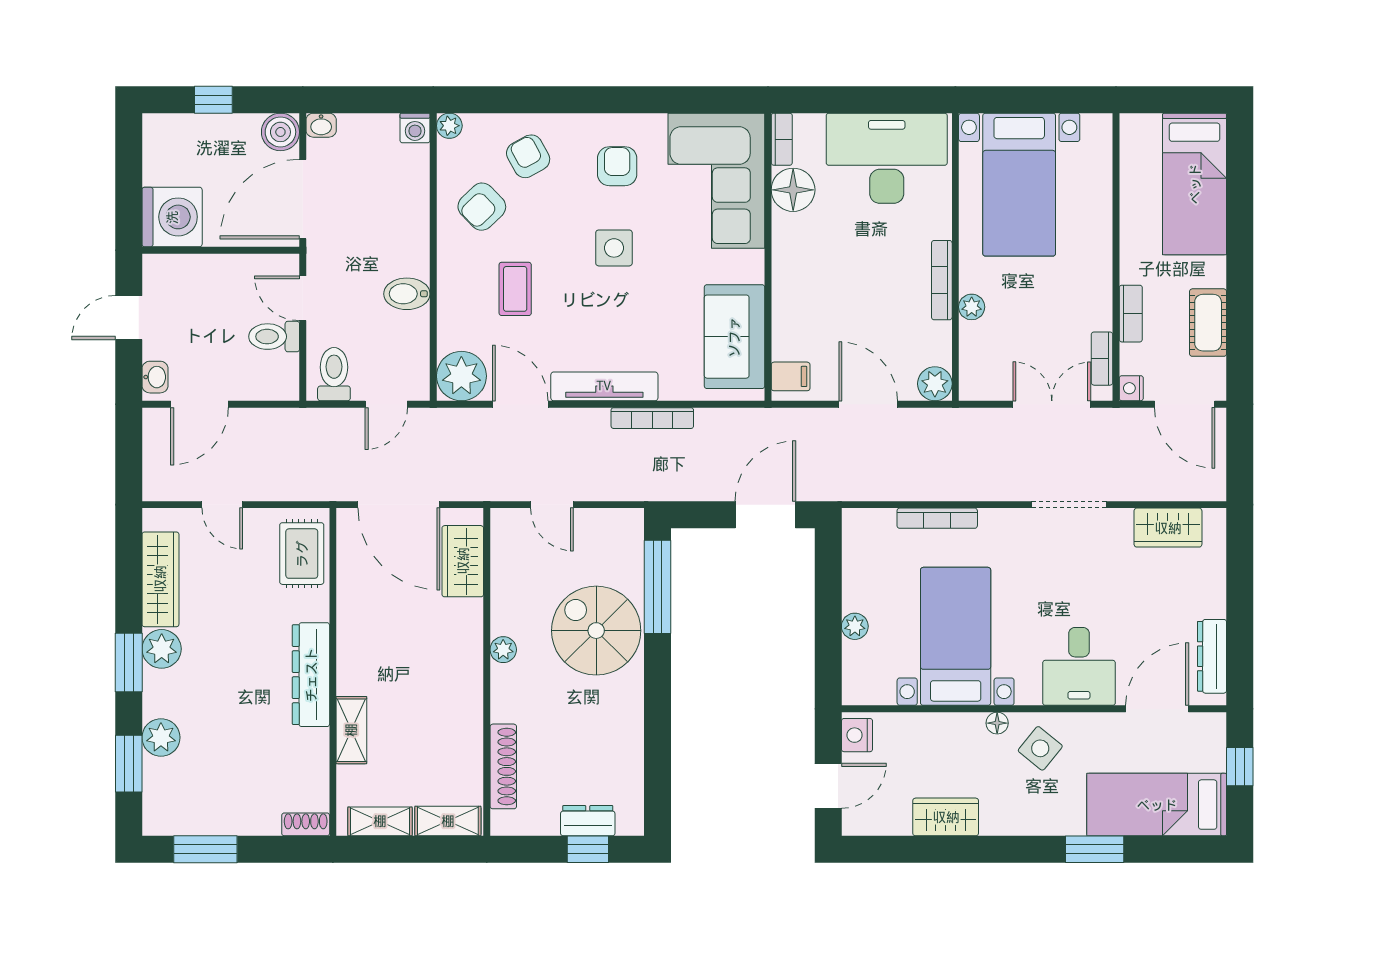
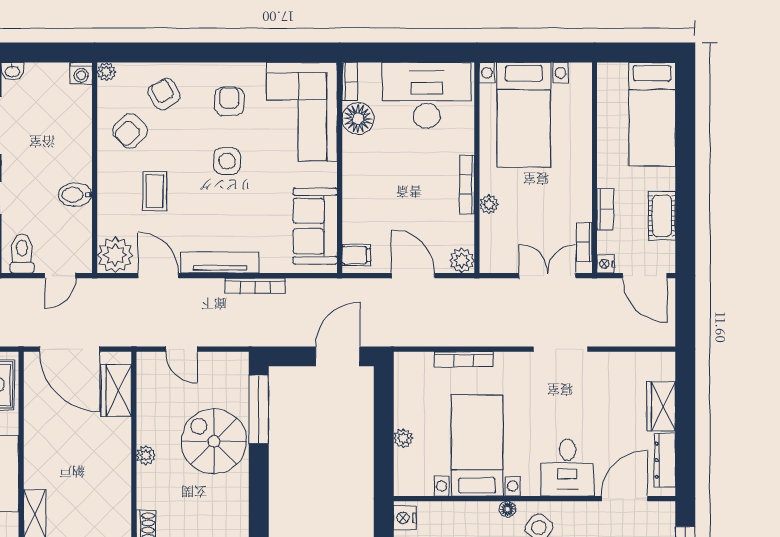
wardrobe: (1168, 528) -> (661, 406), moved, turned 90

